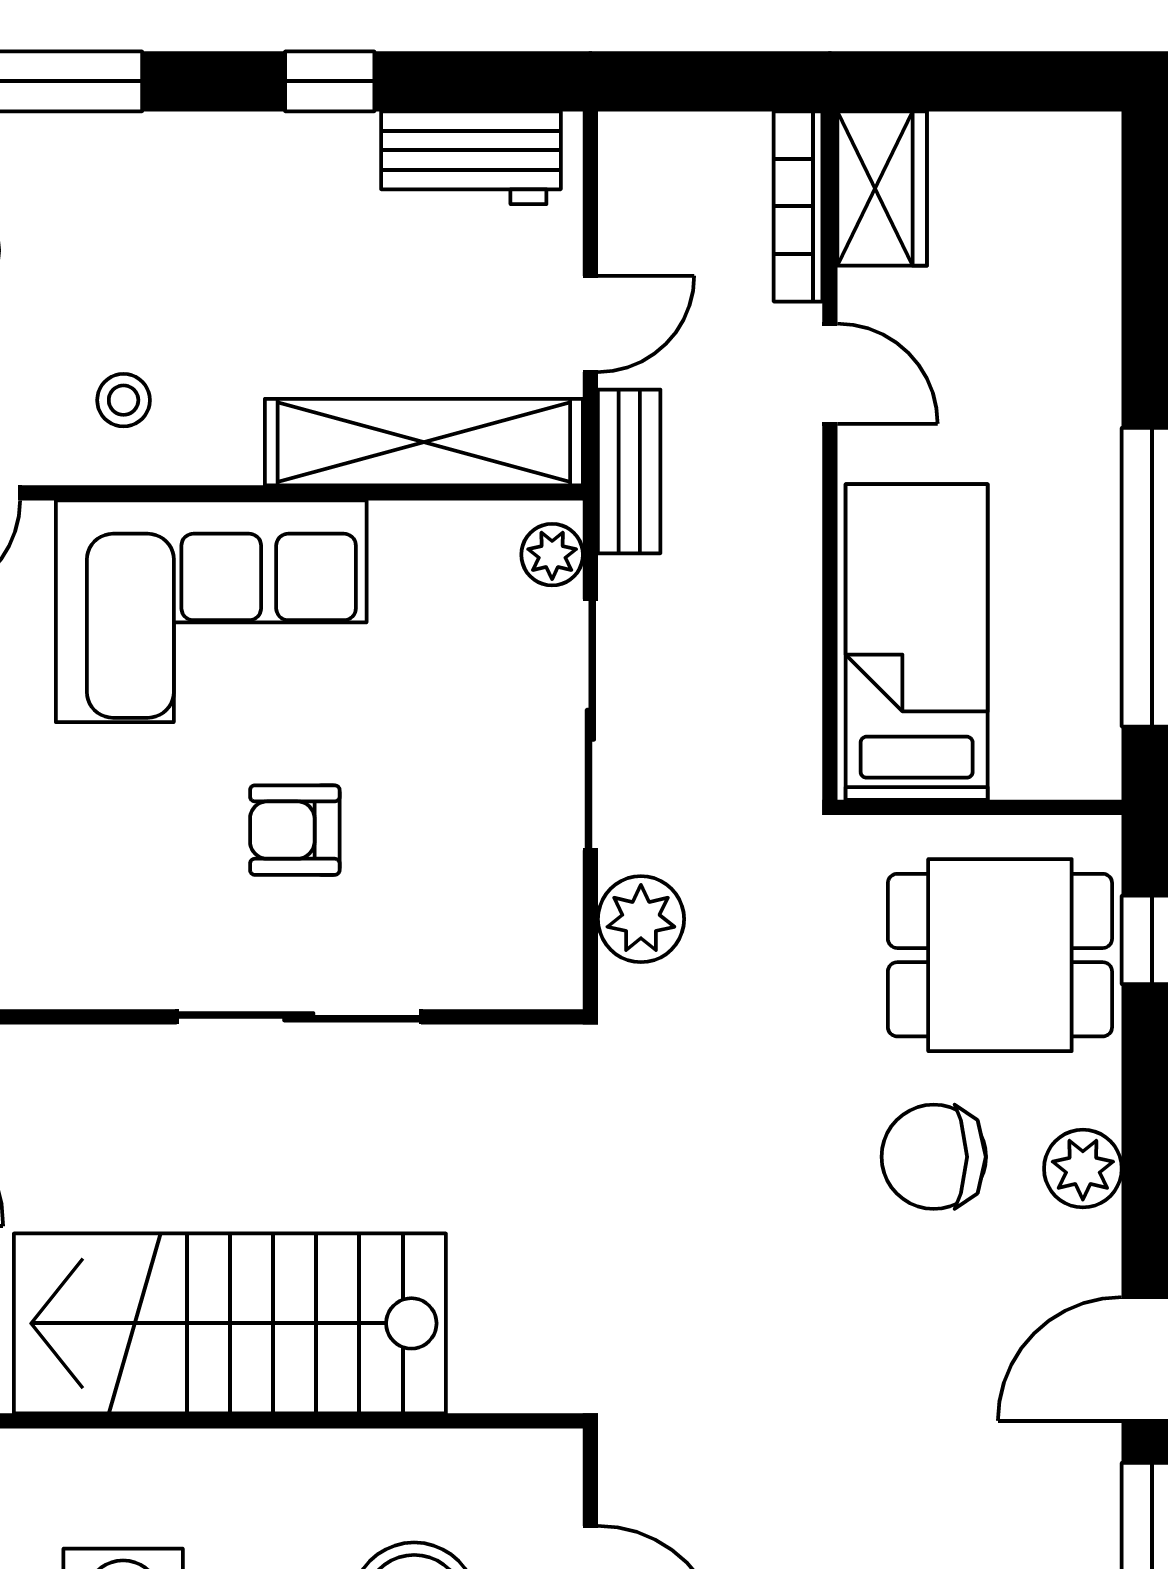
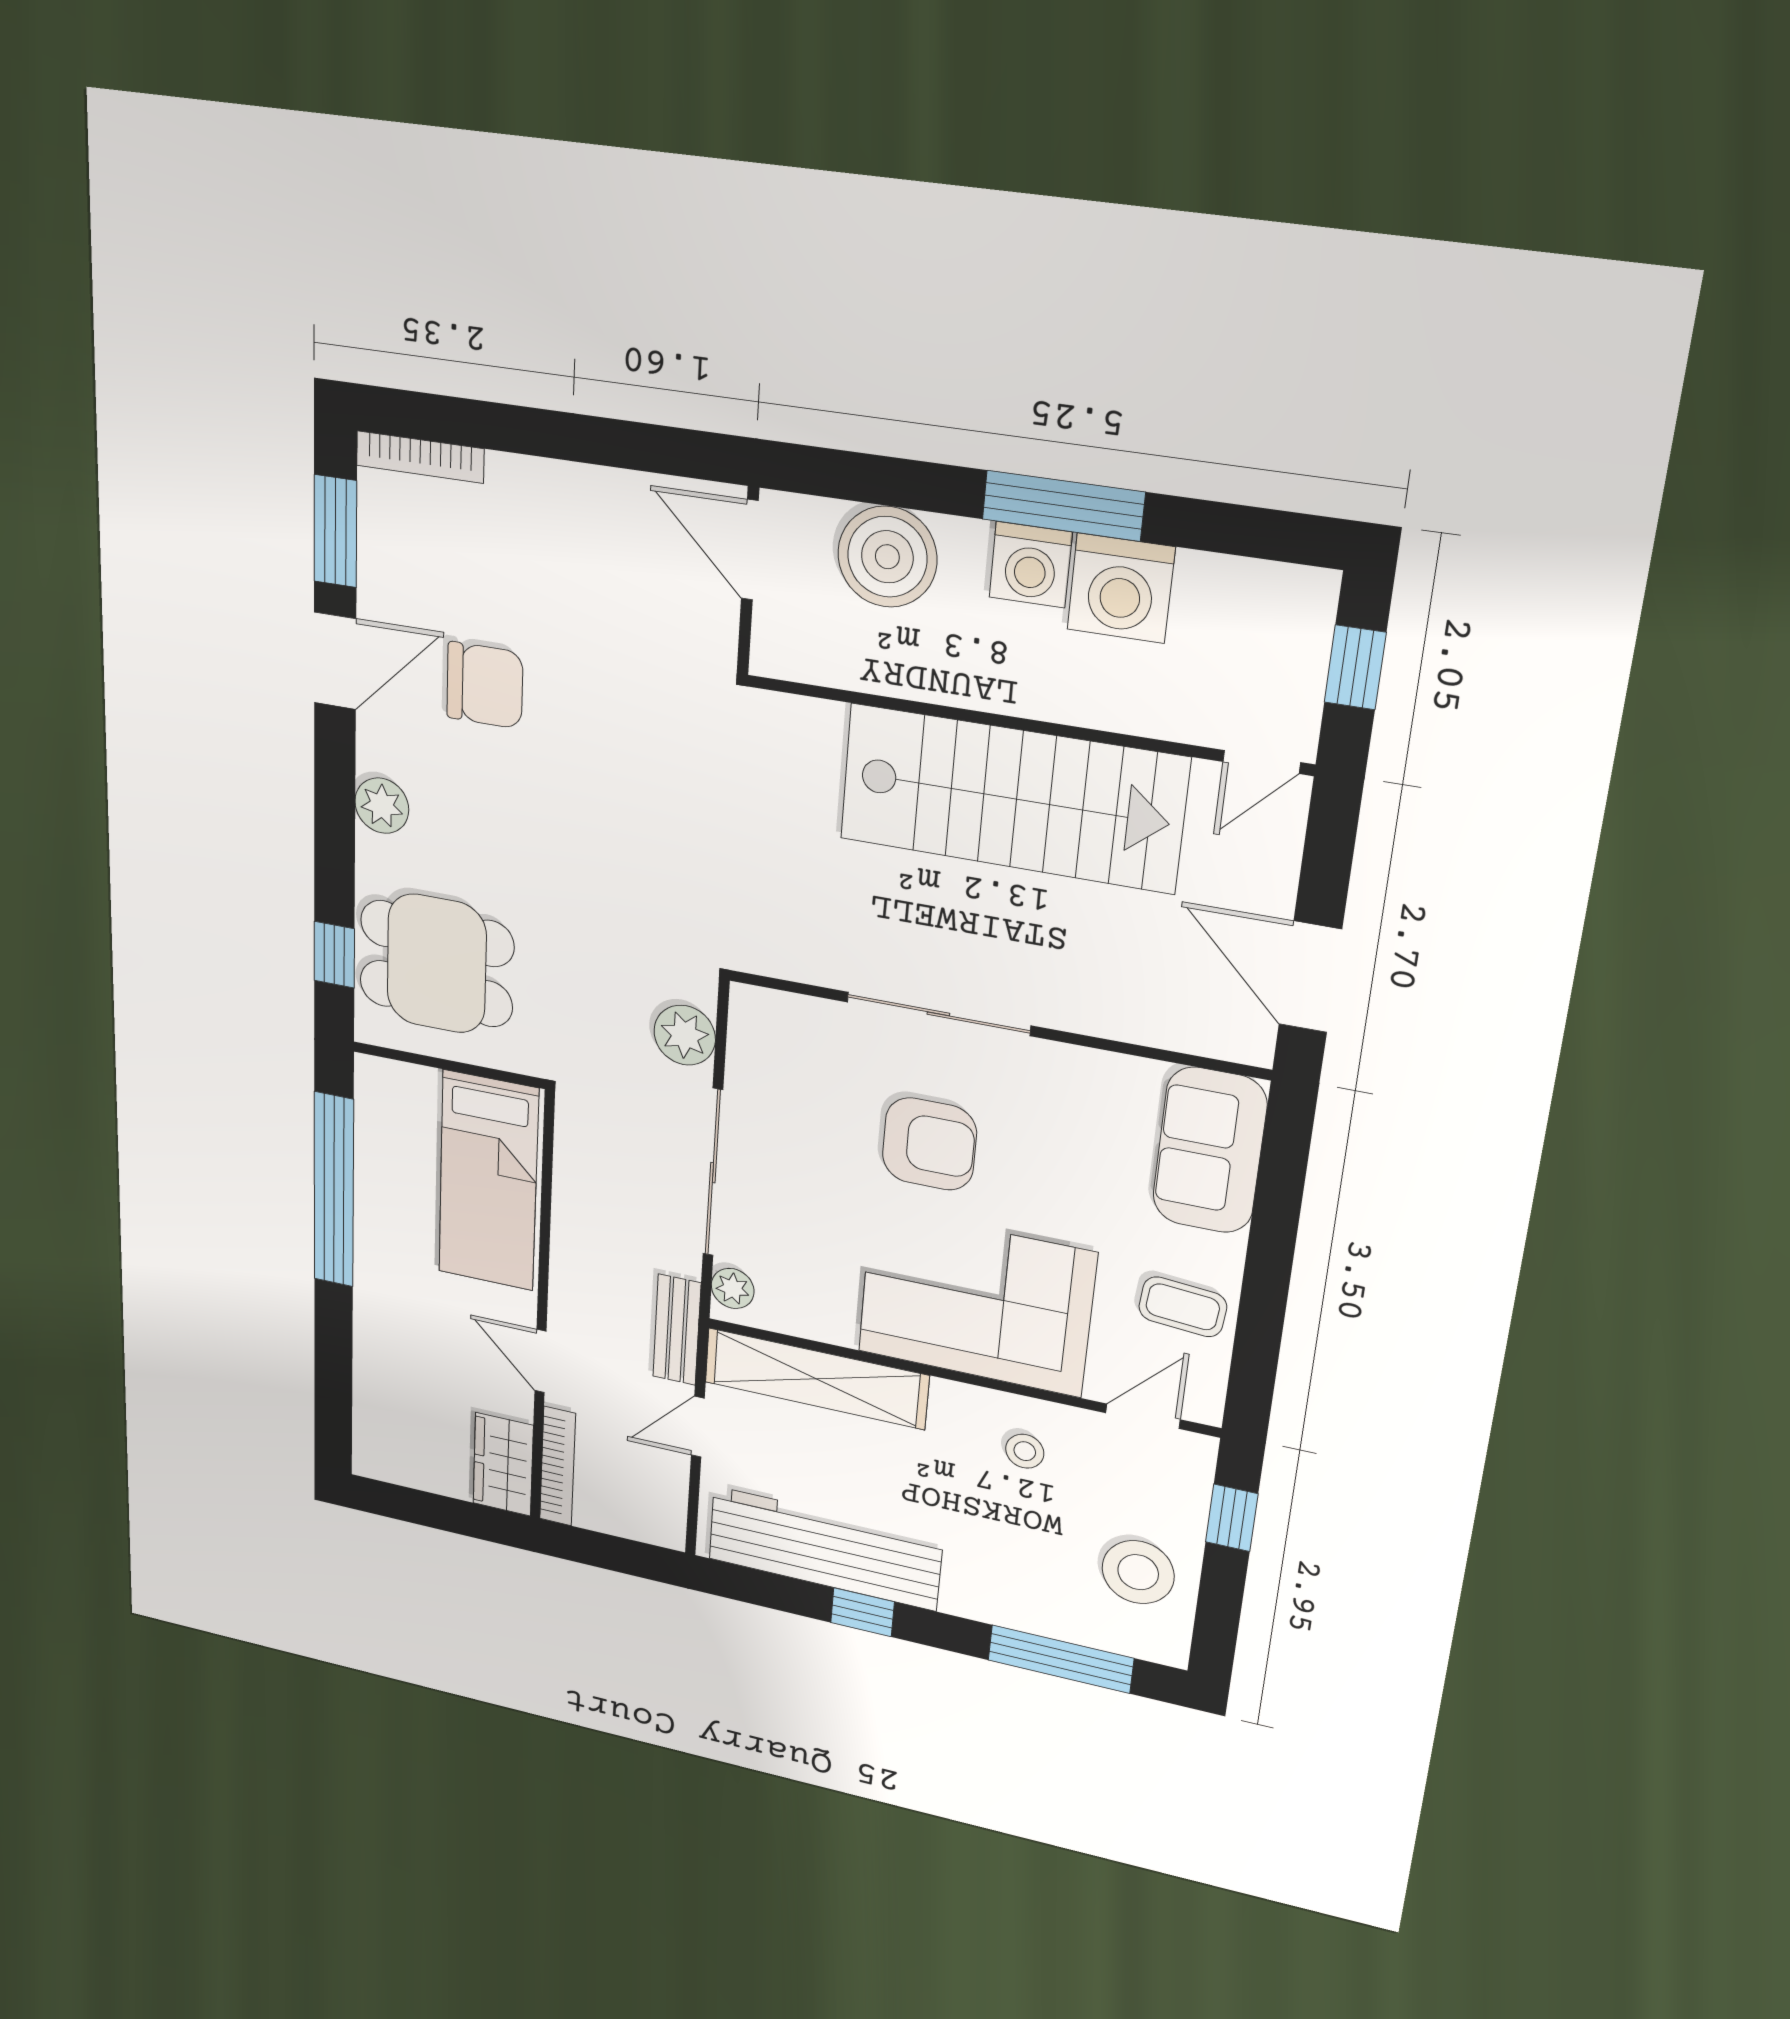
workbench: (471, 158) -> (825, 1548), width x1.88, depth x1.32
armchair: (295, 830) -> (929, 1144), width x1.38, depth x1.38
chair: (934, 1157) -> (485, 685), moved

